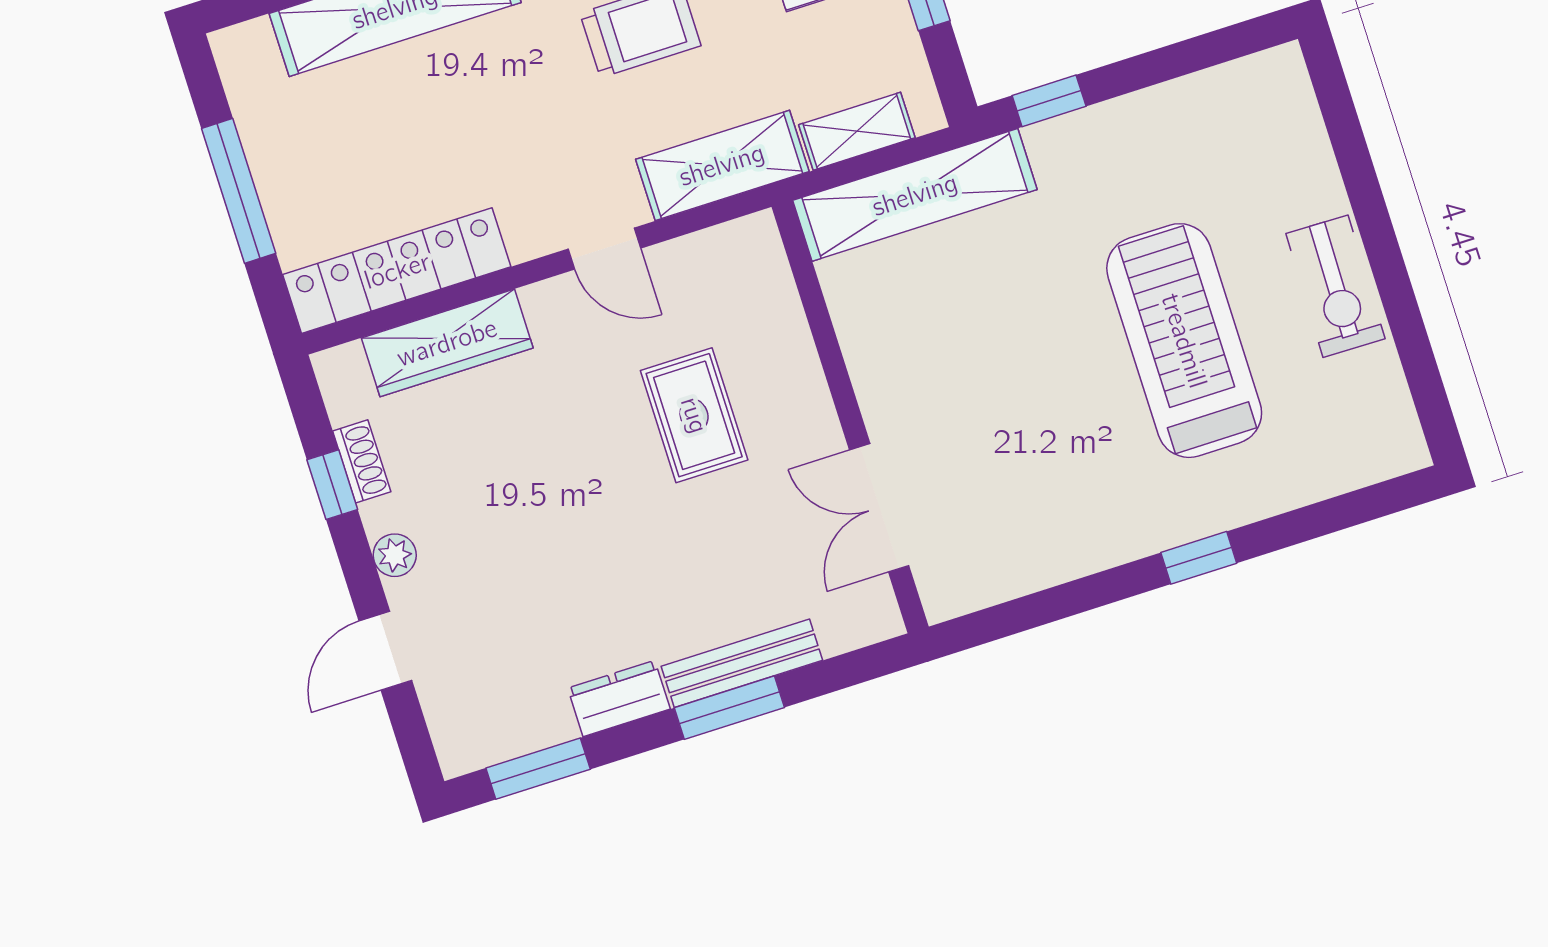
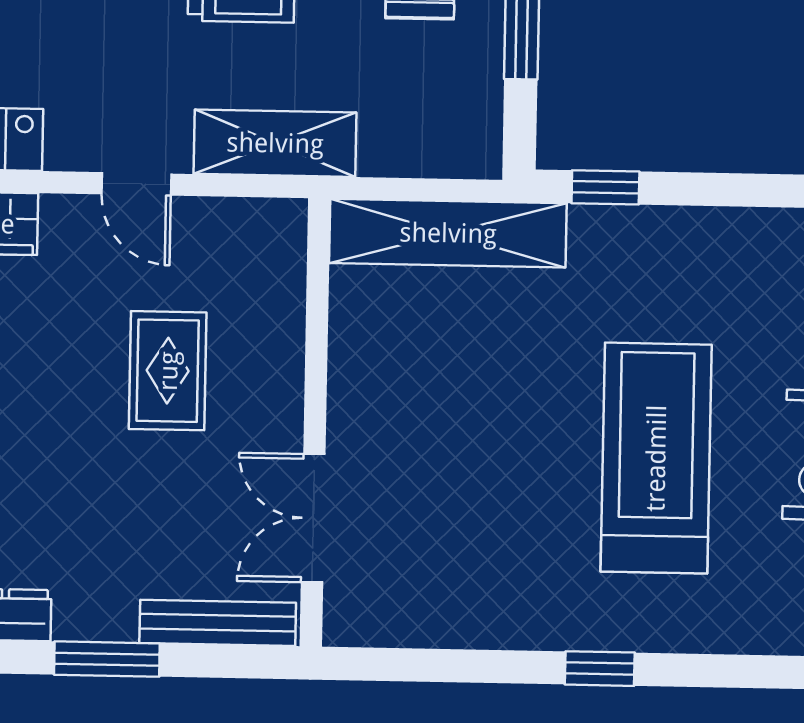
shelving: (857, 131) -> (414, 154), removed
bench: (742, 663) -> (218, 623), moved

